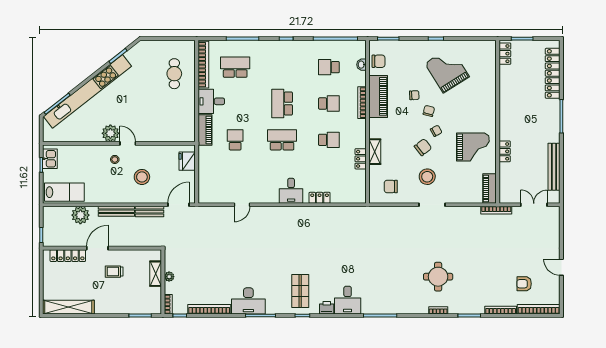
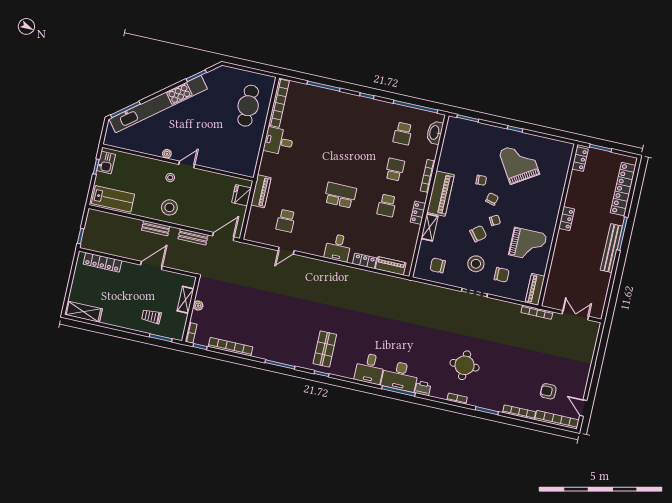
chair: (379, 61) -> (502, 275), moved
washbasin: (361, 65) -> (435, 133), width x1.91, depth x1.45
school desk: (235, 67) -> (310, 113), removed
school desk: (329, 67) -> (403, 134), turned -90
cafe table: (174, 74) -> (248, 106), width x1.37, depth x1.35
piano: (378, 96) -> (441, 194), moved
school desk: (282, 104) -> (348, 159), removed
school desk: (329, 104) -> (395, 170), turned -90
piano: (205, 130) -> (261, 191), moved
plant: (110, 133) -> (167, 154), width x0.53, depth x0.53
school desk: (235, 140) -> (286, 221), moved, turned 180
school desk: (329, 140) -> (387, 206), turned 90
door: (128, 143) -> (187, 164), hinge flipped
locker: (505, 151) -> (567, 219), moved
locker: (361, 159) -> (418, 213), moved
bench: (554, 167) -> (611, 248), moved
stool: (142, 177) -> (169, 207), moved
piano: (346, 197) -> (391, 266), added
bench: (116, 211) -> (156, 228), width x0.73
plant: (80, 215) -> (124, 225), removed
door: (97, 248) -> (151, 266), moved
door: (561, 267) -> (583, 408), moved
trolley: (114, 272) -> (151, 316), moved
desk: (248, 301) -> (400, 376), moved
shelving: (68, 307) -> (83, 312), width x0.68
printer: (327, 308) -> (423, 388), moved

